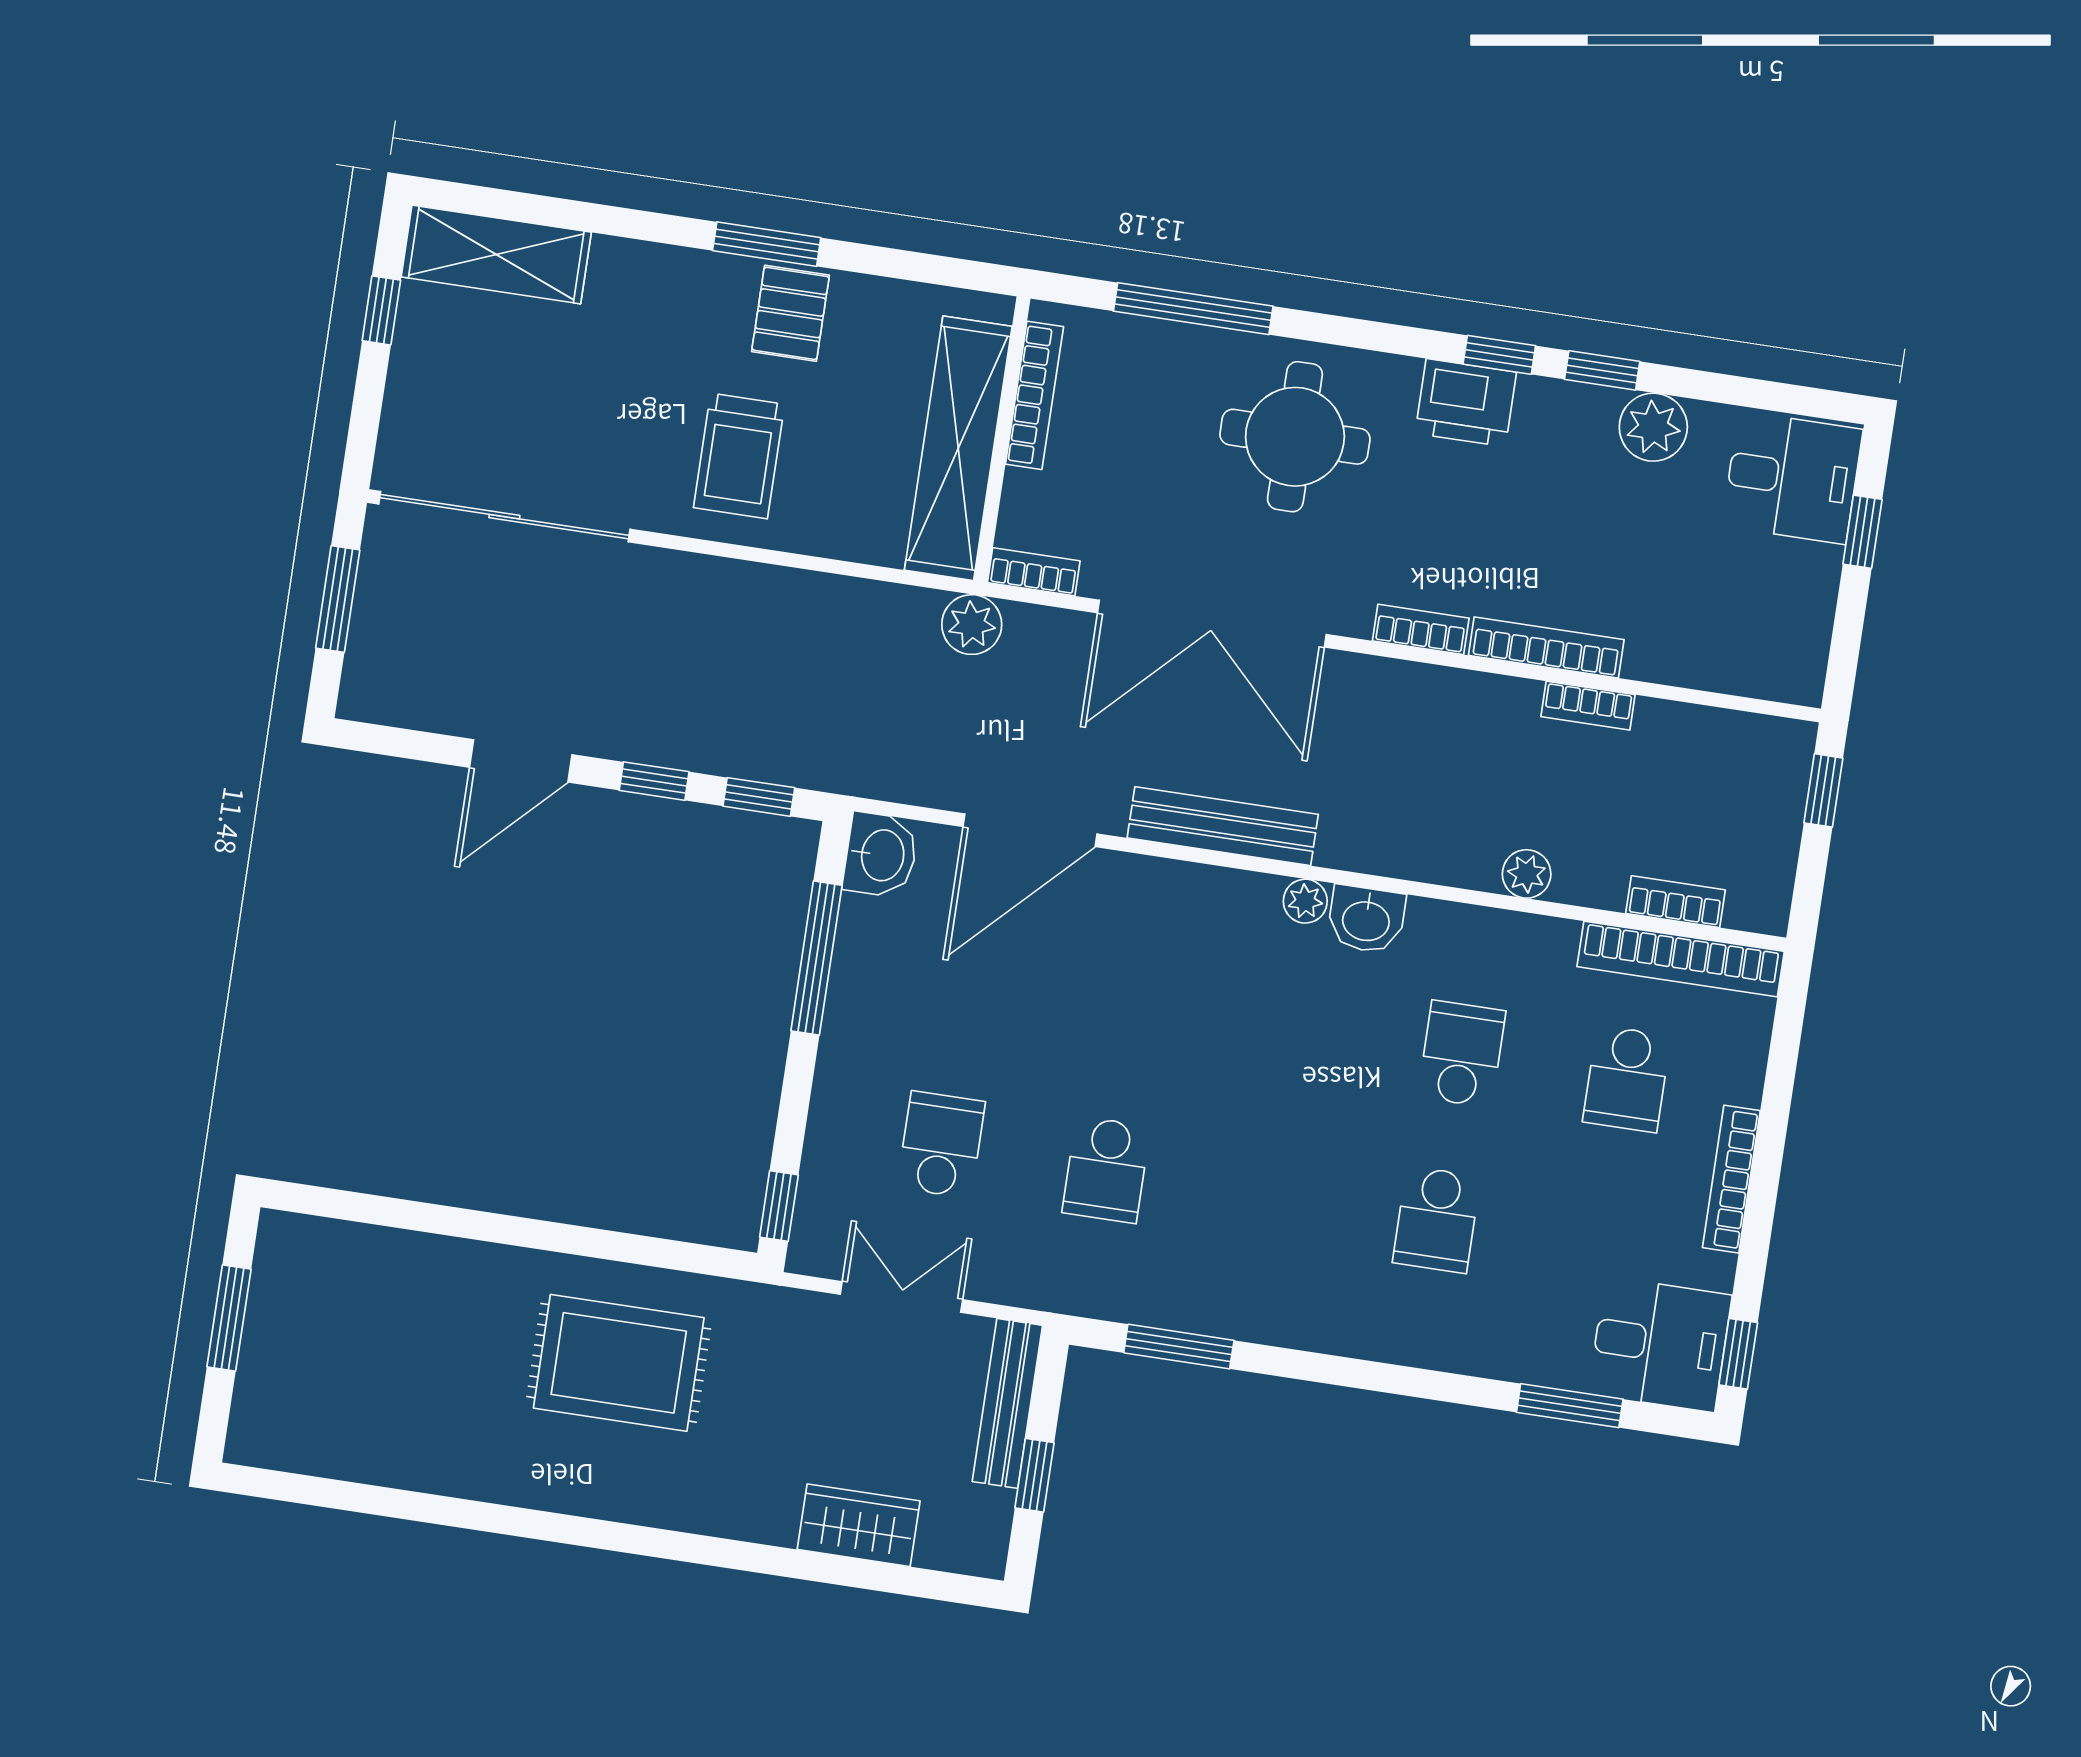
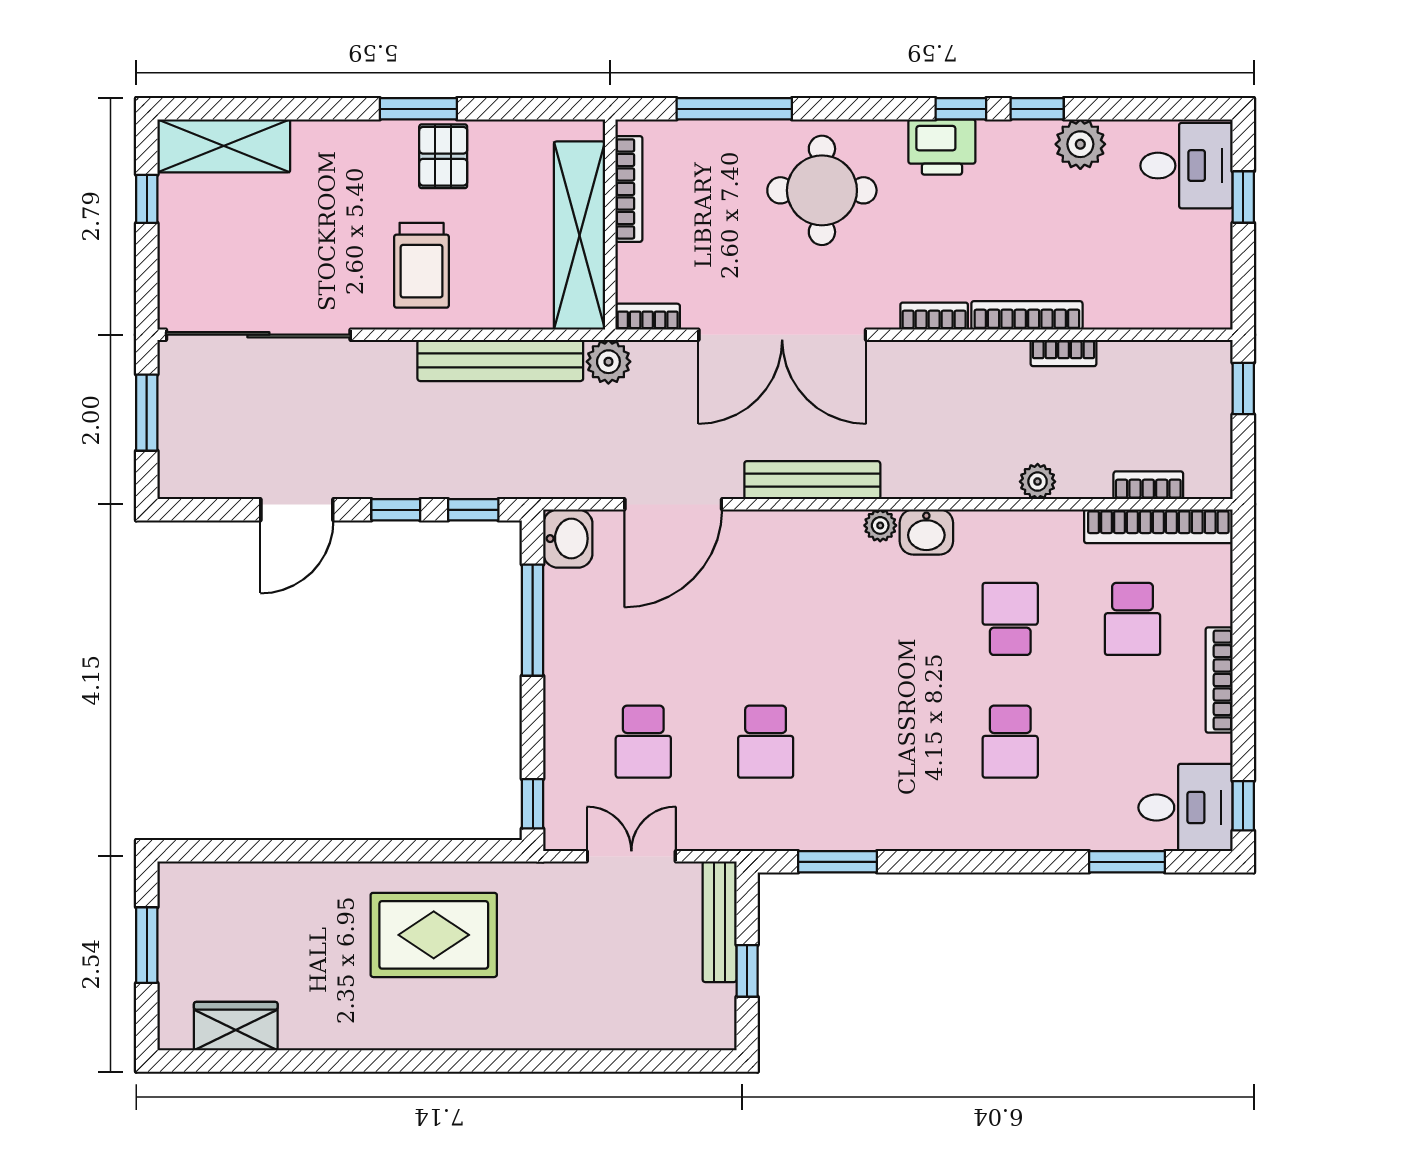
bench: (826, 601) -> (500, 360), added
school desk: (941, 1145) -> (643, 742), turned 180
wardrobe: (859, 1525) -> (236, 1026), moved

